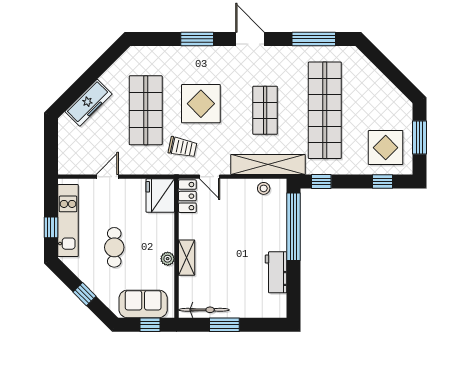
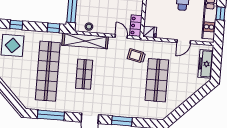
freezer: (88, 103) -> (206, 64), moved, turned -45
display table: (201, 104) -> (123, 81), removed
fridge: (160, 196) -> (150, 32), width x0.53, depth x0.75

